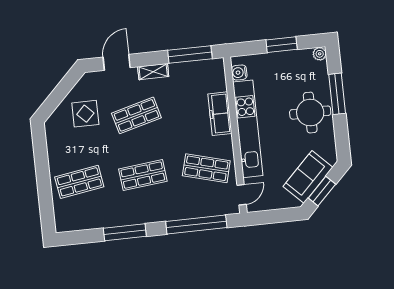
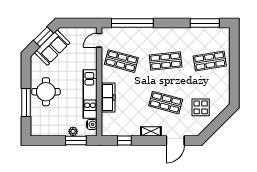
window: (282, 45) -> (76, 140), moved
window: (190, 54) -> (124, 140), width x0.46
plant: (320, 54) -> (73, 131), moved
shop shelf: (136, 115) -> (166, 103), turned 30
kitchen unit: (248, 129) -> (90, 94), width x0.73
window: (125, 232) -> (205, 23), moved

